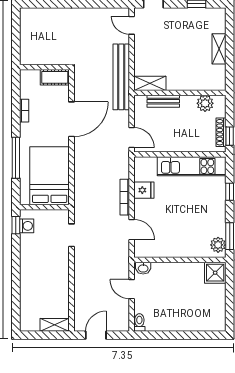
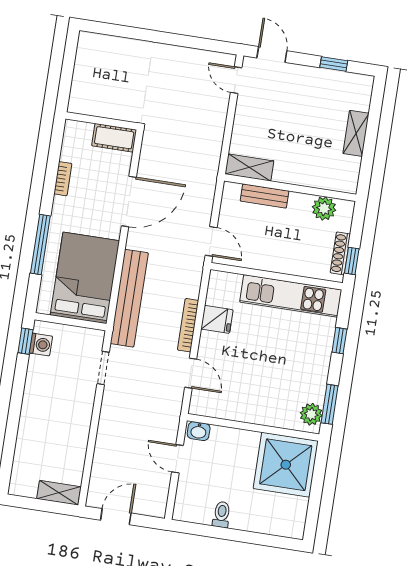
bench: (121, 77) -> (129, 298), moved
shower: (215, 273) -> (286, 465), width x1.86, depth x1.86
toilet: (139, 322) -> (222, 514), moved

